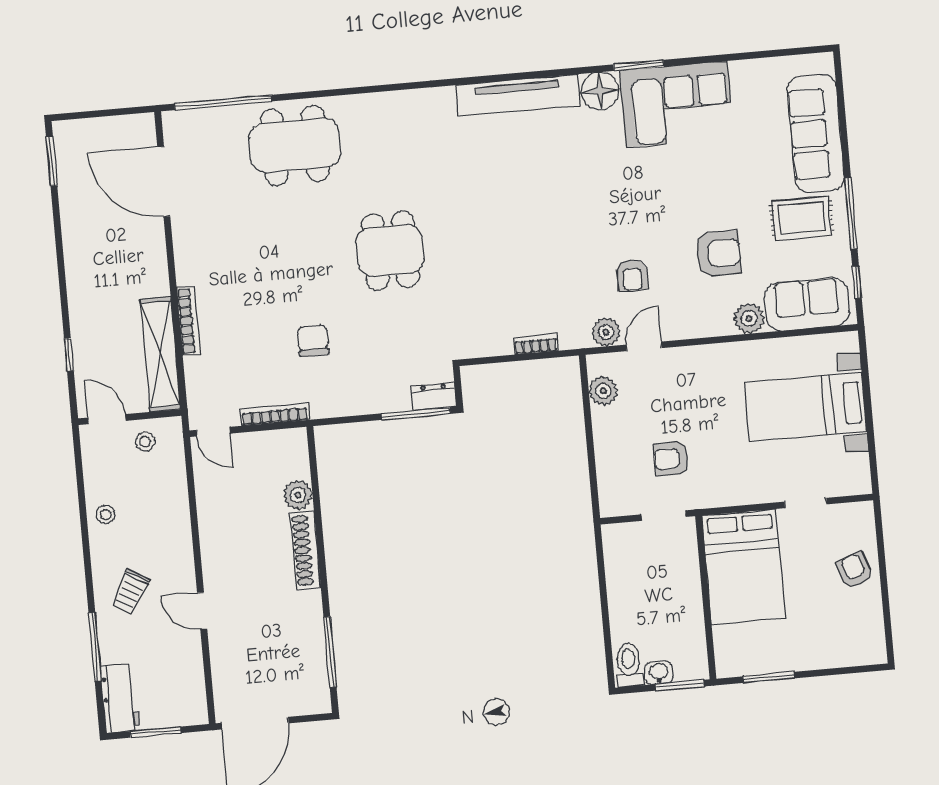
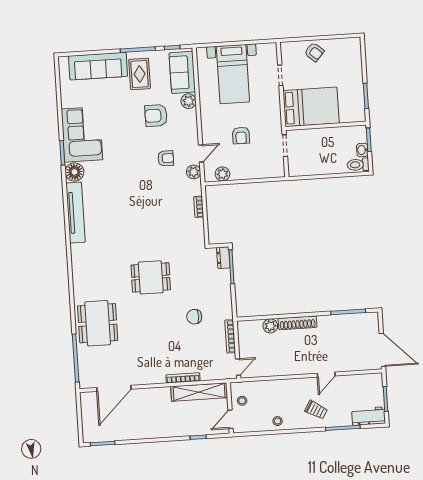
armchair: (718, 253) -> (156, 116), turned -90
door: (644, 346) -> (201, 153), swing flipped
armchair: (671, 459) -> (241, 136), moved
armchair: (855, 570) -> (314, 52), turned -119

